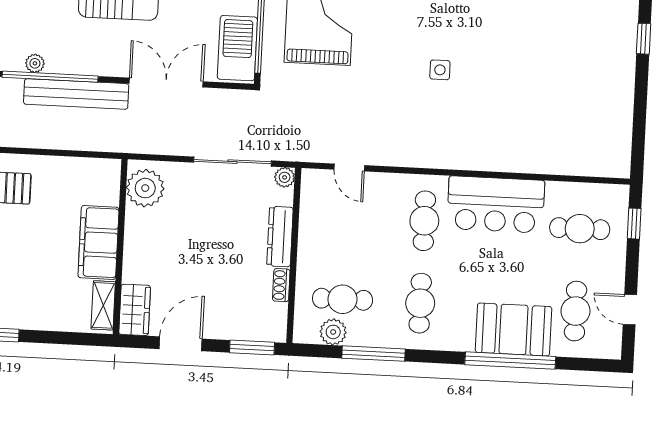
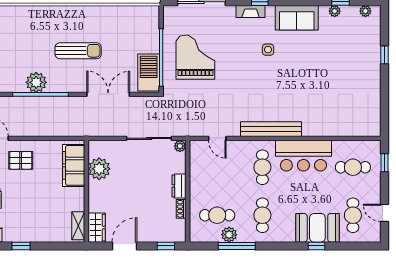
plant: (35, 63) -> (36, 82), width x1.87, depth x1.87
side table: (440, 70) -> (268, 50), moved
bench: (76, 94) -> (271, 129), moved
plant: (145, 188) -> (99, 169), moved
dresser: (280, 237) -> (179, 186), width x0.70
filing cabinet: (98, 242) -> (74, 165), moved
plant: (333, 332) -> (229, 235), moved
window: (252, 347) -> (166, 246), width x0.67
window: (510, 361) -> (316, 246), width x0.32

